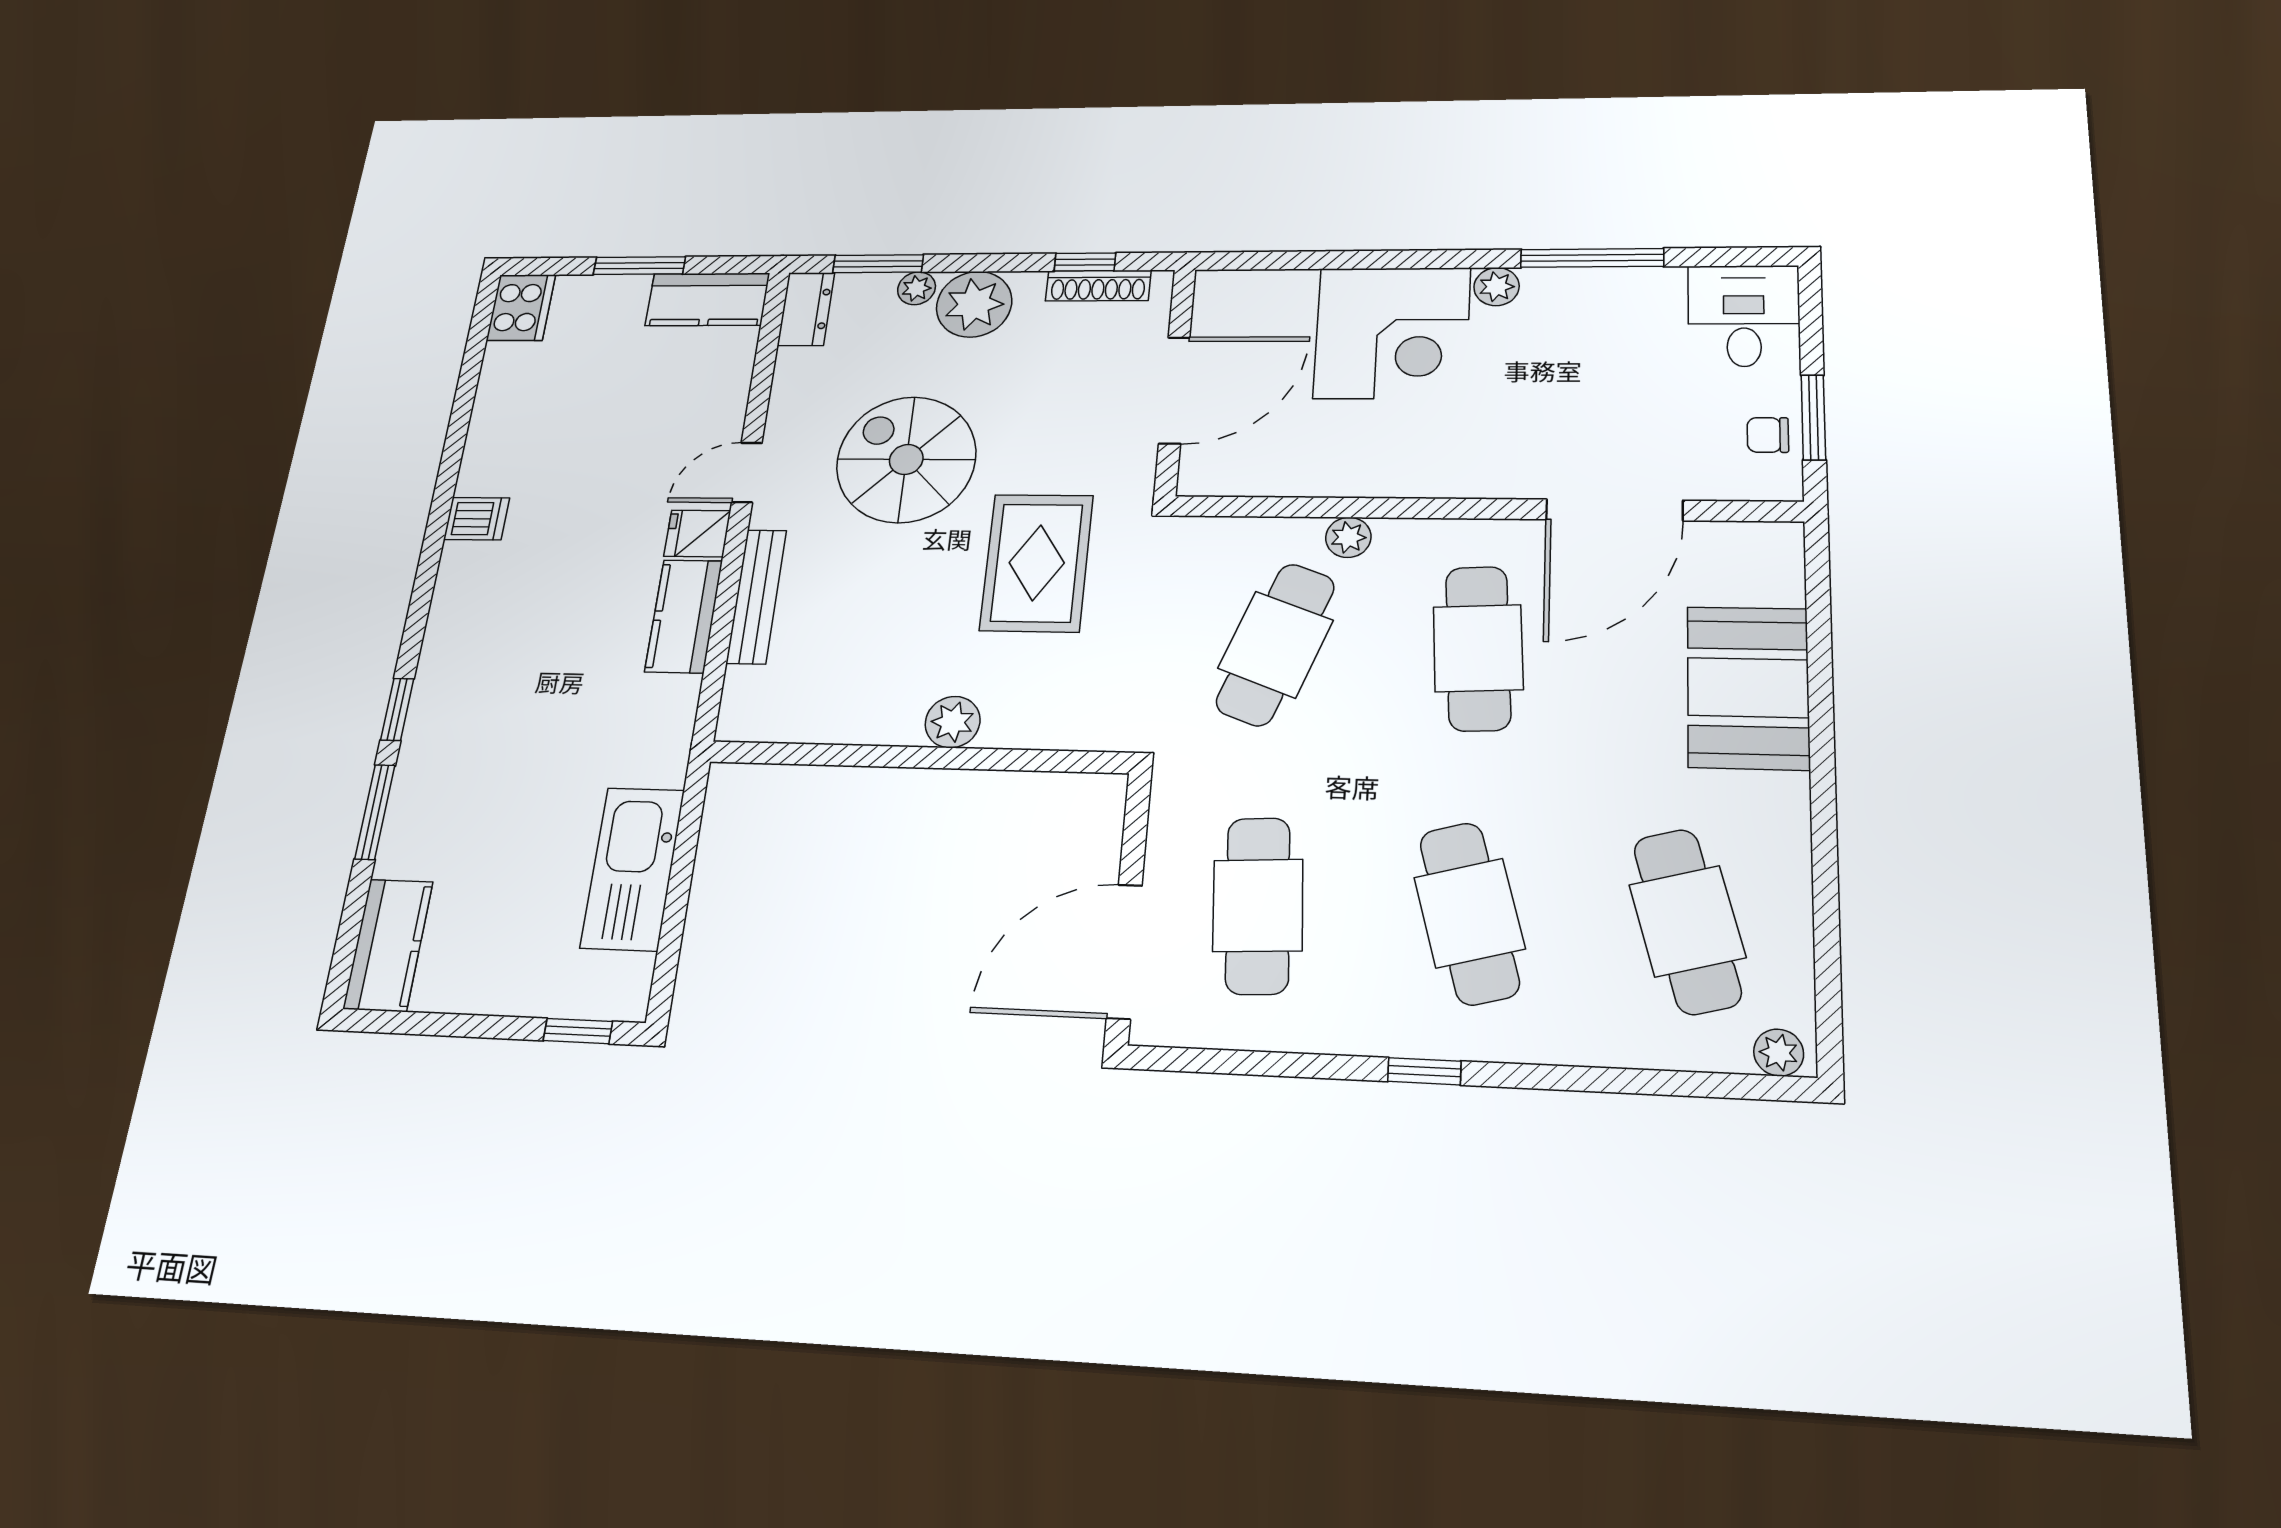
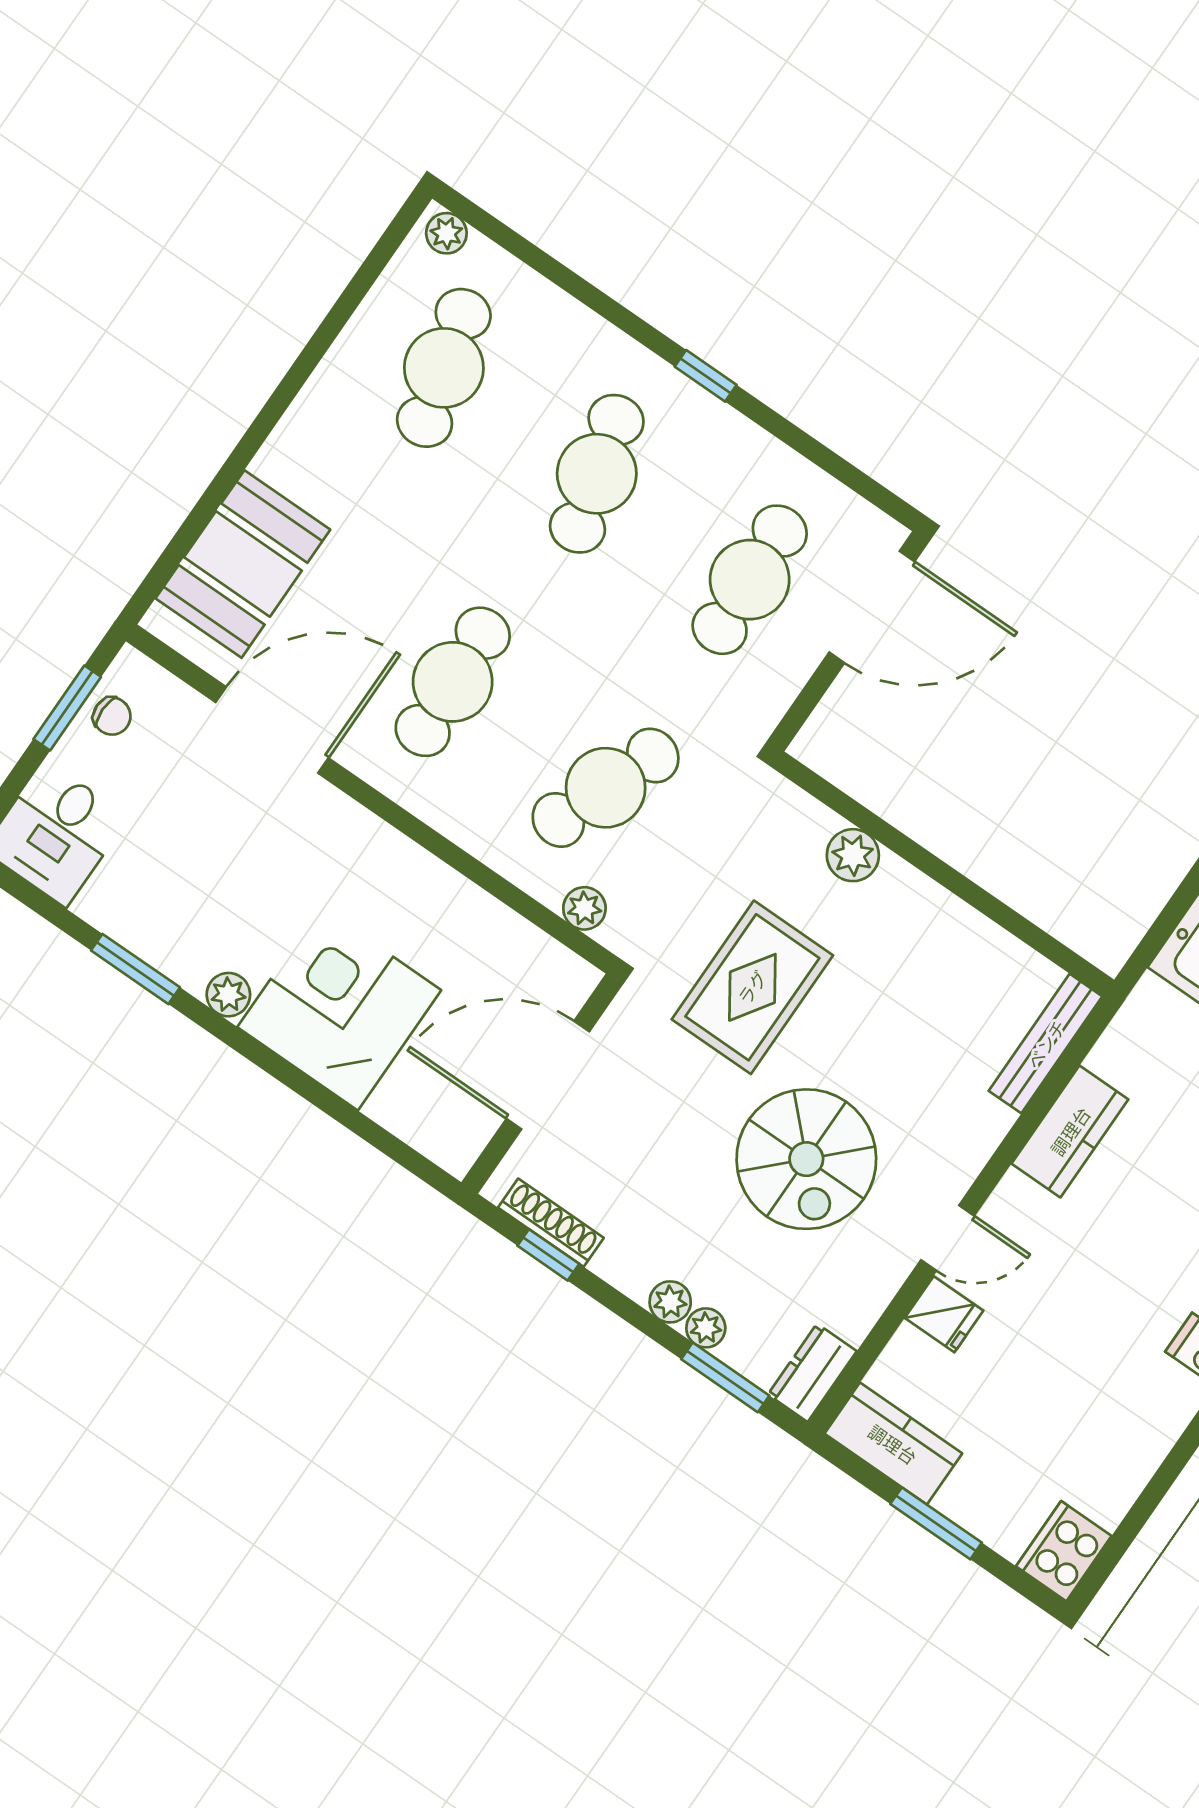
window: (1592, 258) -> (135, 969), width x0.69
plant: (974, 304) -> (670, 1302), width x0.53, depth x0.53
fridge: (697, 534) -> (944, 1314), moved
plant: (1348, 537) -> (584, 908), moved
bench: (756, 596) -> (1046, 1044), moved
booth: (1748, 688) -> (243, 564), moved
plant: (953, 722) -> (853, 855), moved

